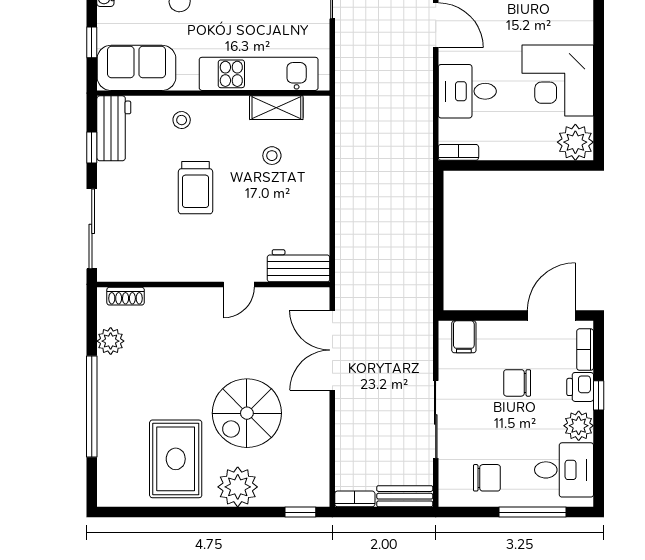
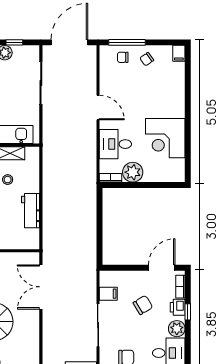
plant: (575, 142) -> (133, 172), moved
workbench: (299, 266) -> (31, 211), moved, turned -90
filing cabinet: (464, 337) -> (108, 294), moved, turned -90
chair: (517, 383) -> (143, 305), turned 149

